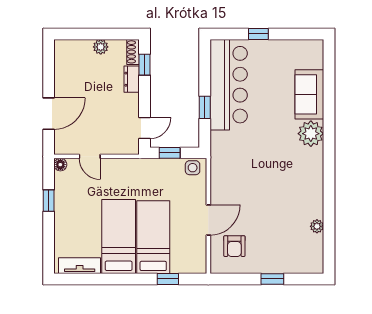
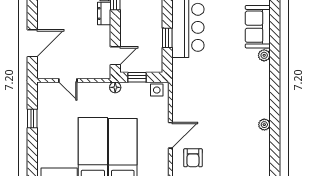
plant: (311, 134) -> (264, 55), width x0.53, depth x0.53
floor lamp: (60, 165) -> (115, 87), moved
plant: (317, 226) -> (264, 125), moved

